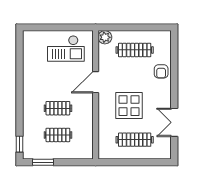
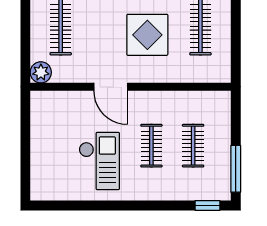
checkout: (66, 49) -> (99, 161), moved
window: (43, 162) -> (236, 169), width x1.44

